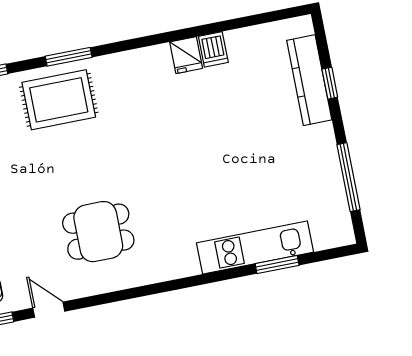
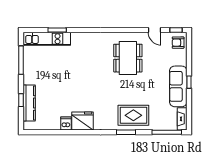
fridge: (186, 55) -> (83, 121), width x1.88, depth x1.34
dining table: (98, 232) -> (128, 58), width x1.38
kitchen unit: (255, 247) -> (47, 39), moved

